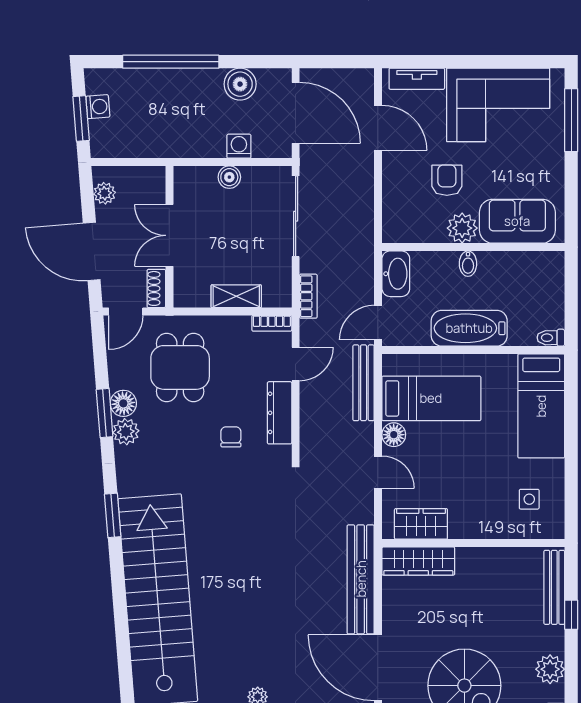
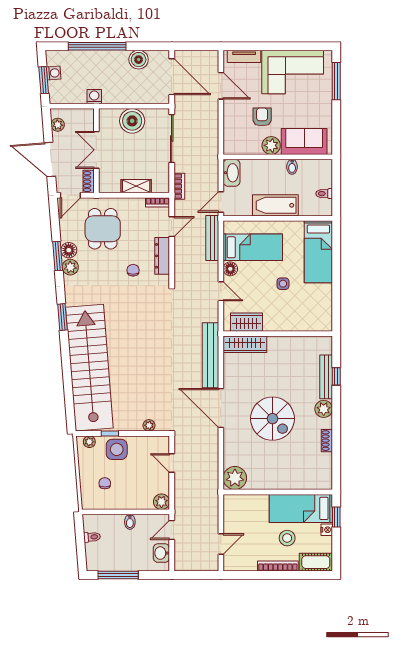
washing machine: (239, 146) -> (94, 97), moved
boiler: (229, 177) -> (132, 121), width x1.86, depth x1.86
bidet: (468, 264) -> (292, 167), moved
toilet: (551, 338) -> (324, 194), moved
side table: (529, 499) -> (283, 284), moved
bench: (554, 587) -> (326, 377), moved

